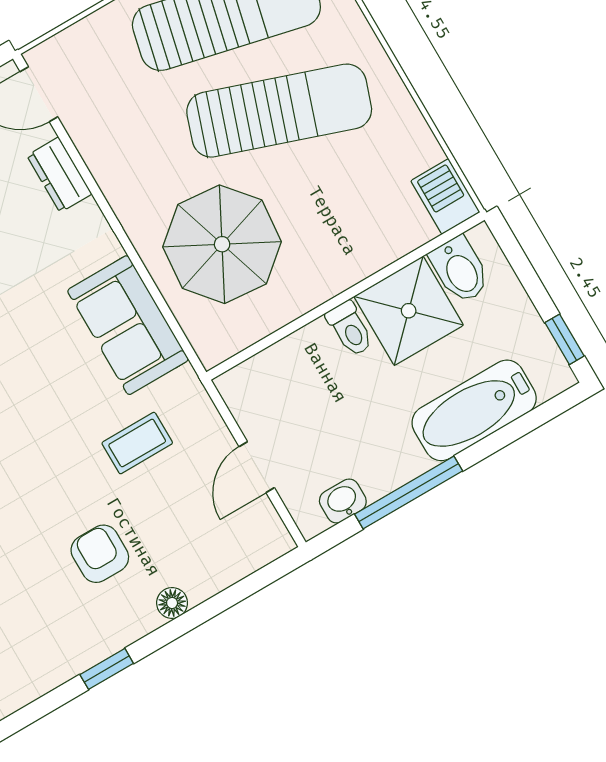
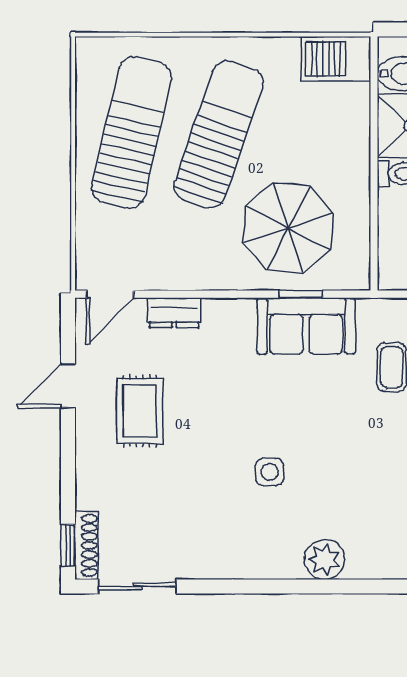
barbecue: (445, 197) -> (336, 59), width x1.38, depth x1.27
window: (159, 299) -> (301, 294), added

